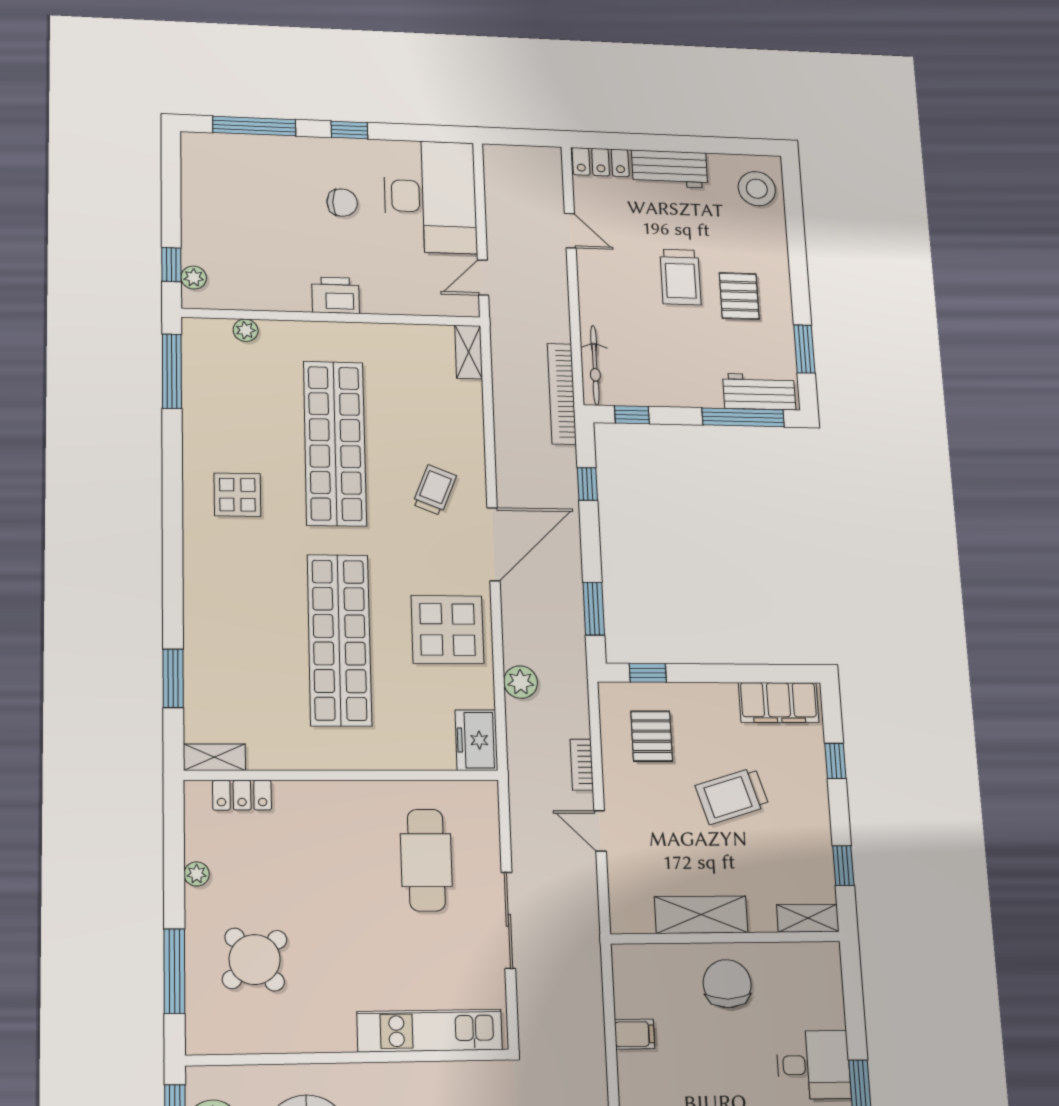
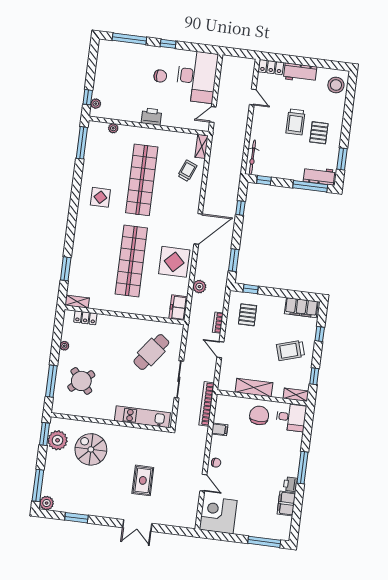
bookcase: (562, 394) -> (207, 404), moved
trolley: (434, 490) -> (187, 171), moved
trolley: (732, 796) -> (291, 350), moved
cafe table: (426, 860) -> (151, 352), turned 37
desk: (813, 1065) -> (291, 417), moved

